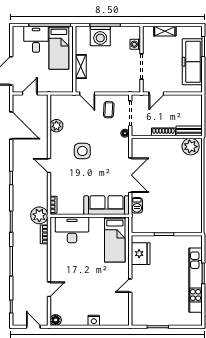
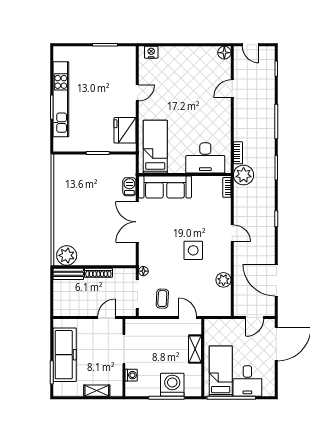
nightstand: (94, 320) -> (151, 52), moved

